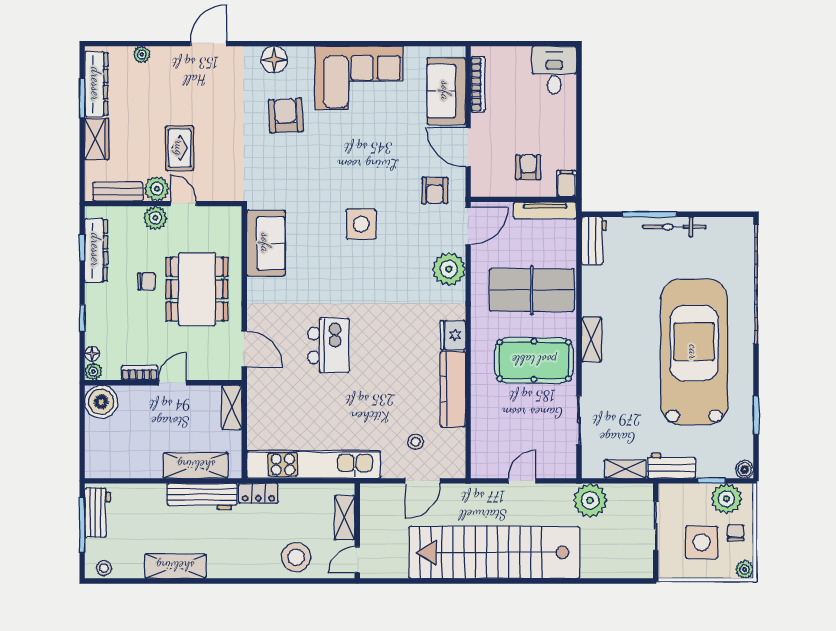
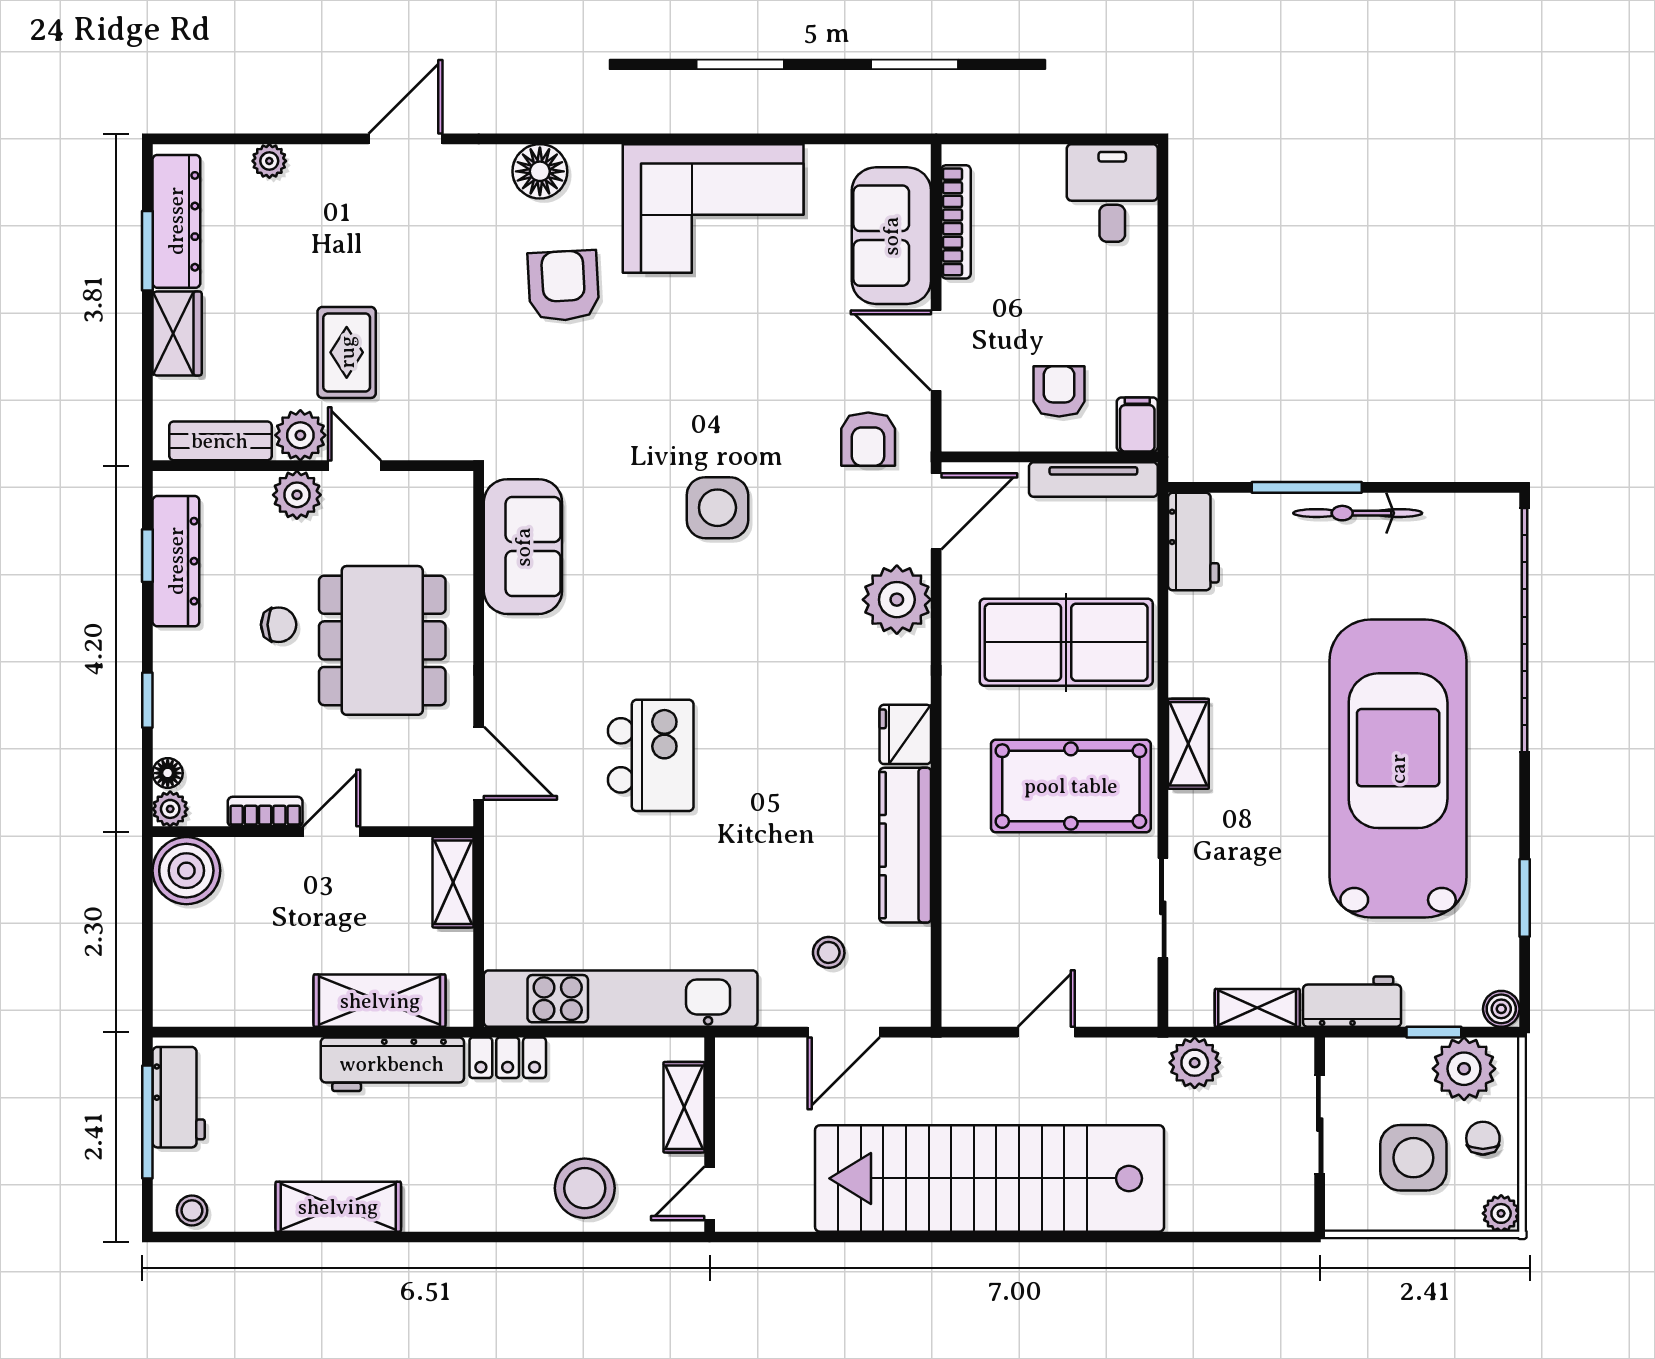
plant: (590, 500) -> (1195, 1063), width x0.73, depth x0.73

